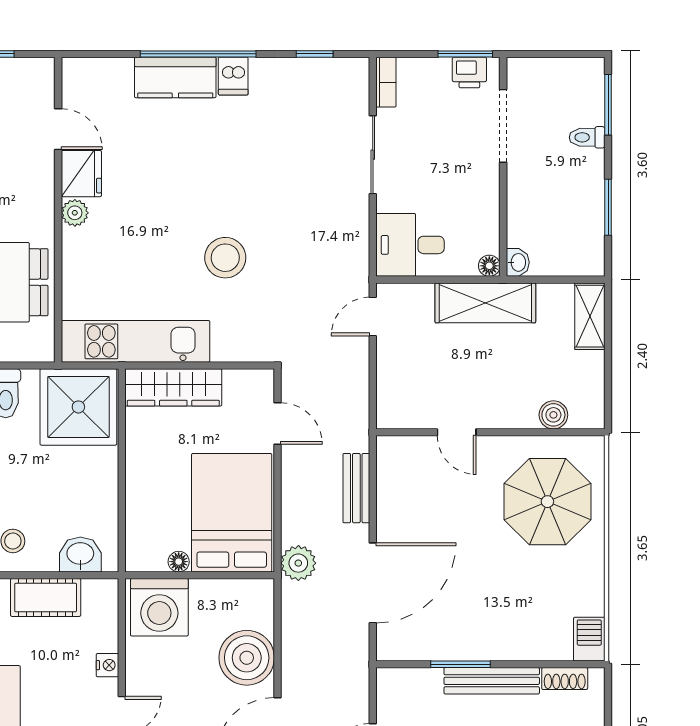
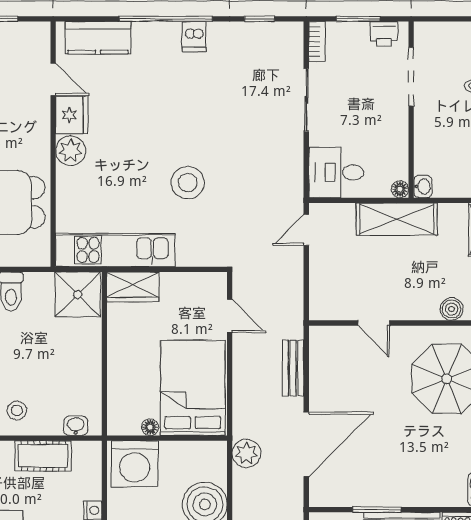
window: (465, 54) -> (358, 19), moved
kitchen counter: (175, 77) -> (98, 38), moved
plant: (75, 213) -> (71, 151), width x1.38, depth x1.38
wardrobe: (173, 387) -> (133, 287), width x0.67
shower: (78, 407) -> (78, 294), width x0.73, depth x0.73
washbasin: (80, 555) -> (76, 426), width x0.72, depth x0.69
plant: (298, 563) -> (246, 453), moved

